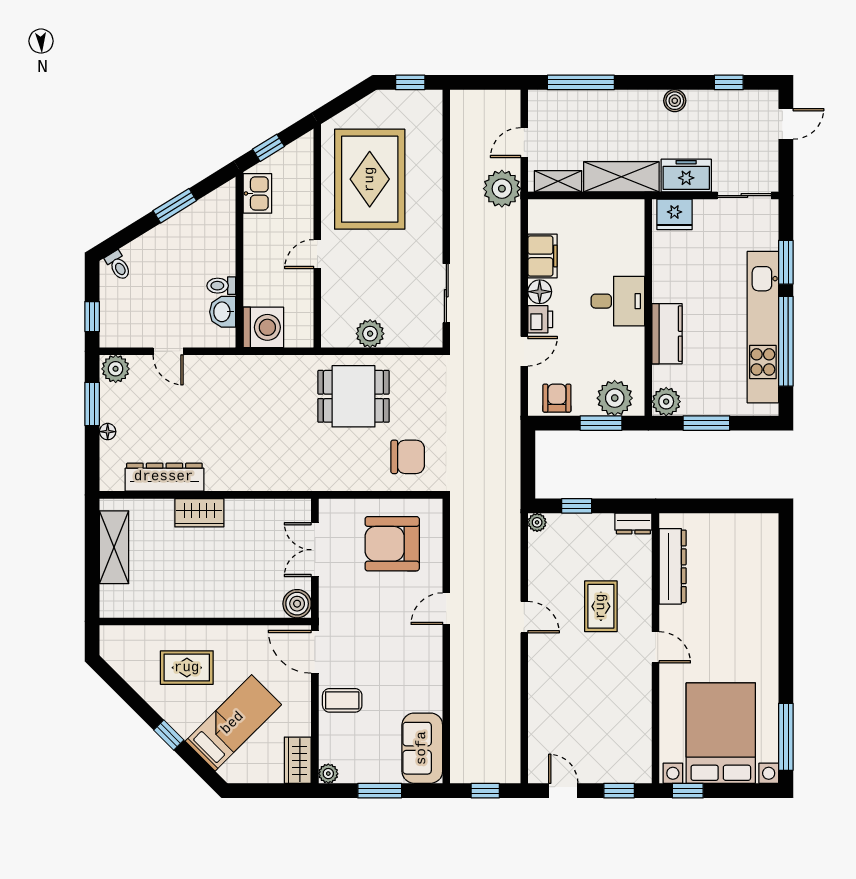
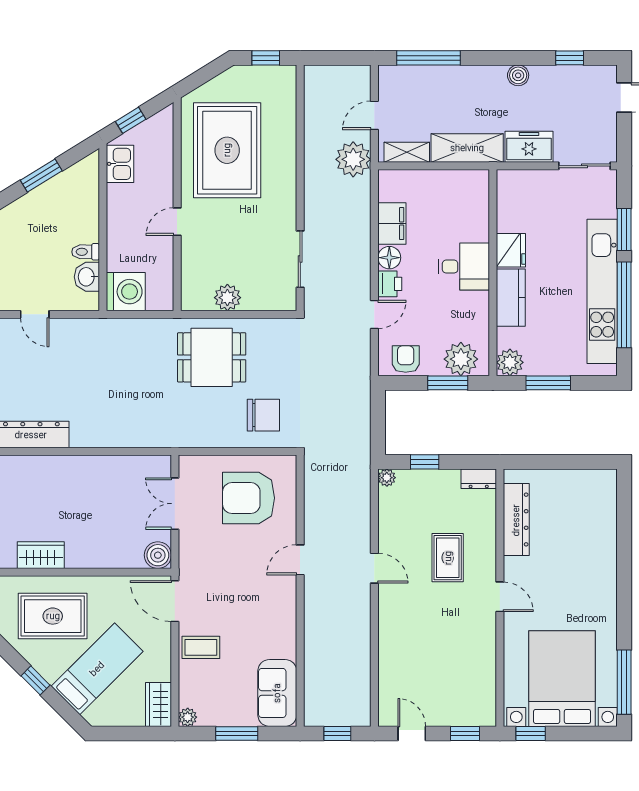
fridge: (674, 214) -> (511, 250), moved, turned -90
wardrobe: (199, 513) -> (41, 555), moved, turned 180
rug: (187, 668) -> (53, 616), width x1.36, depth x1.43

